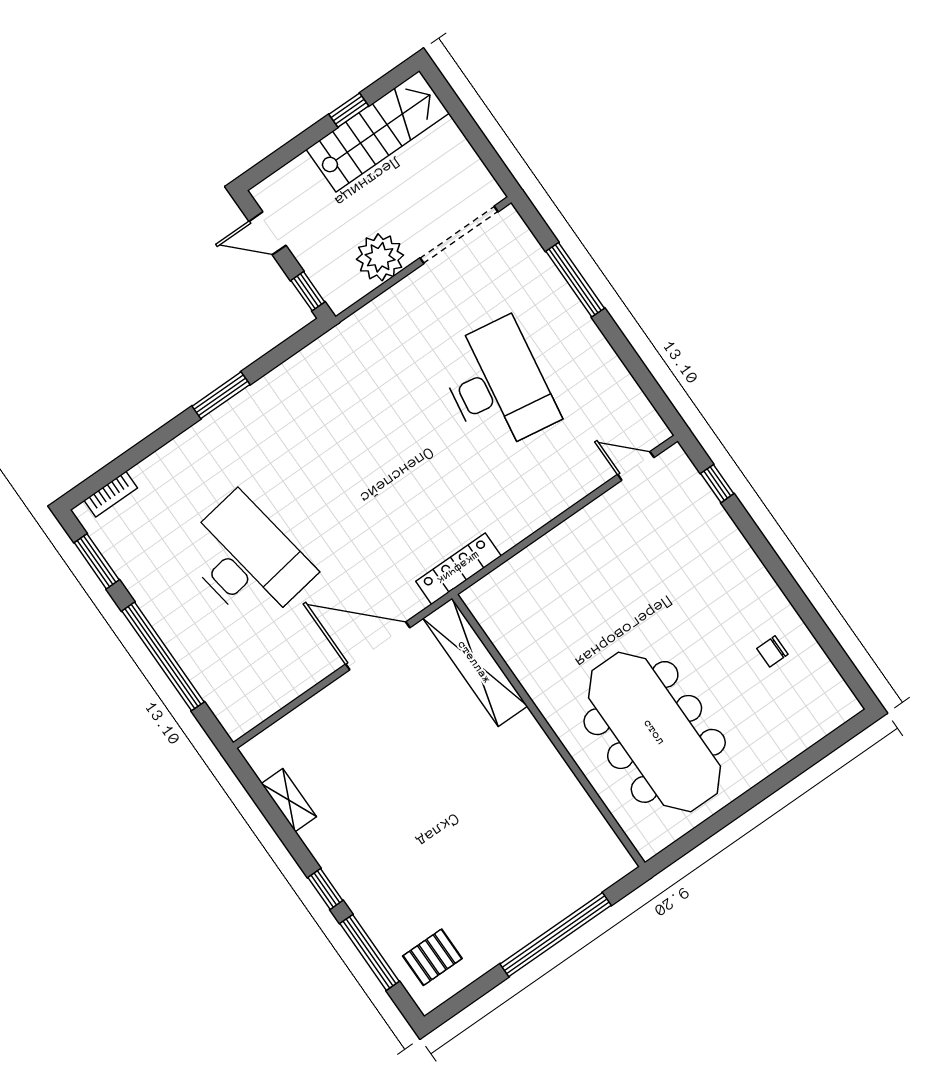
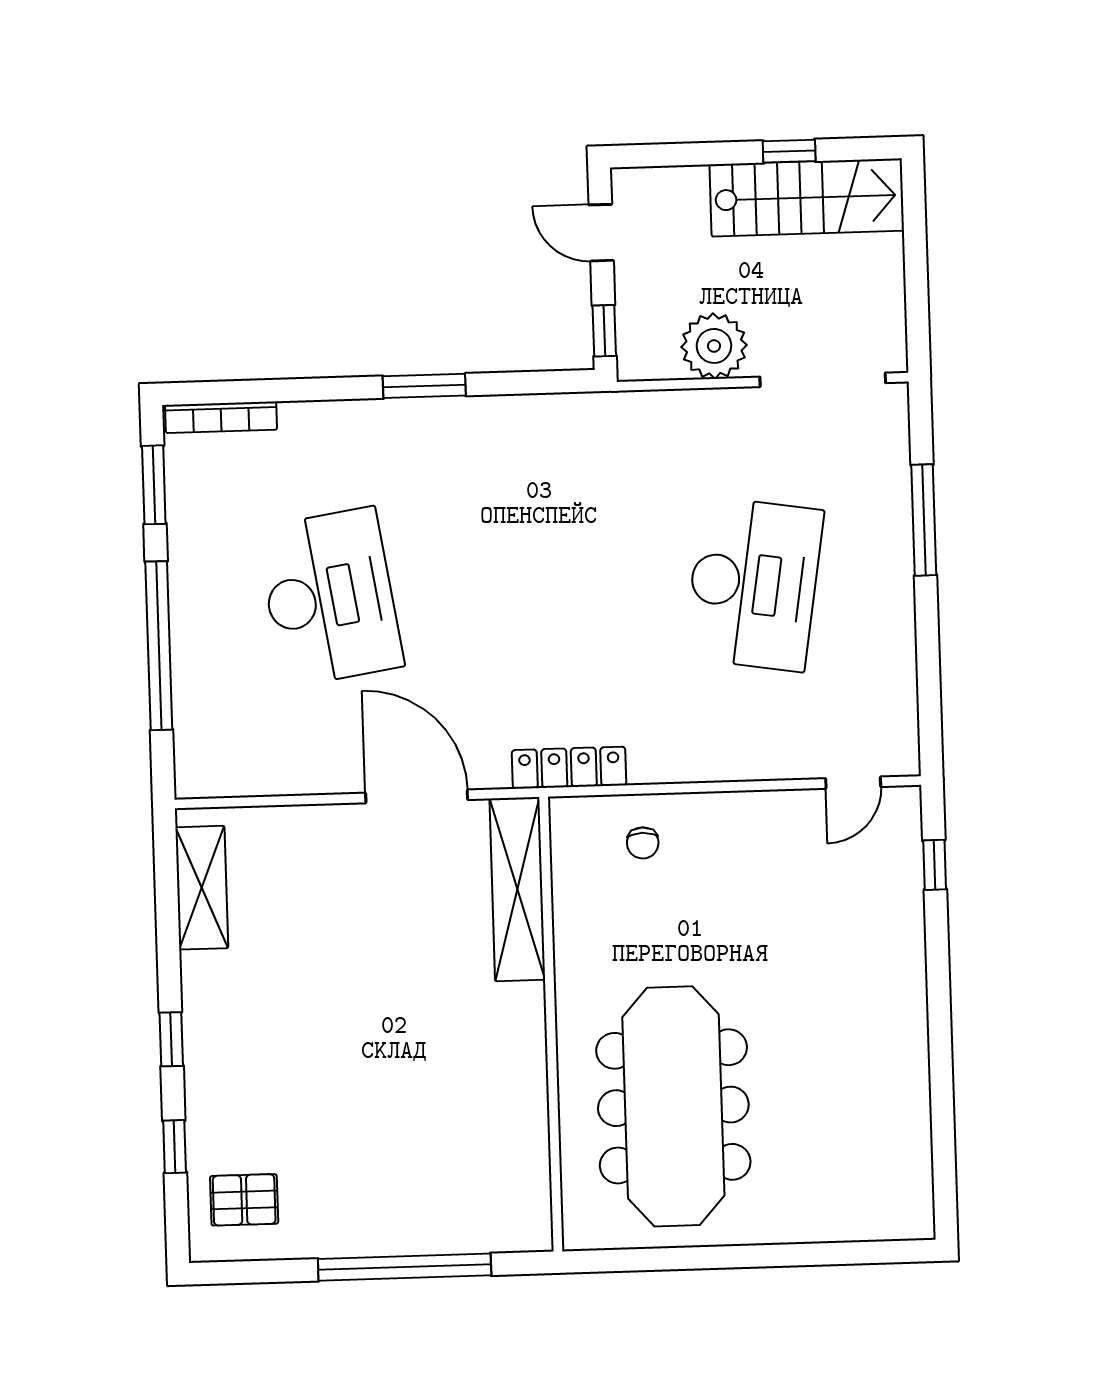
door: (636, 466) -> (853, 783), swing flipped
bookcase: (111, 494) -> (221, 417), width x1.56
chair: (772, 651) -> (643, 843), moved, turned -90
shelving: (289, 800) -> (202, 888), width x1.50, depth x1.33
window: (370, 952) -> (175, 1147), width x0.46

